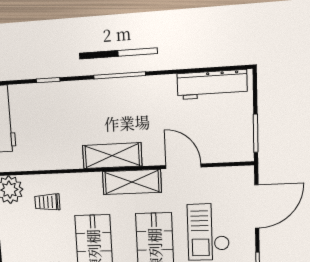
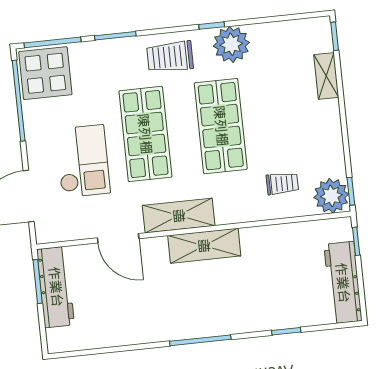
workbench: (212, 85) -> (56, 287), moved, turned 90

